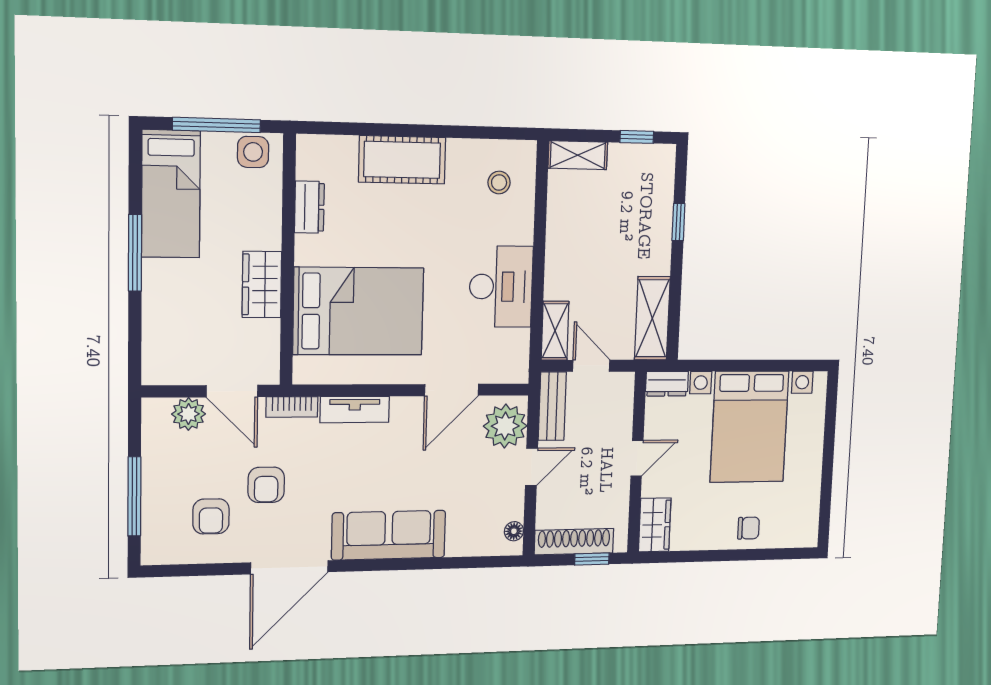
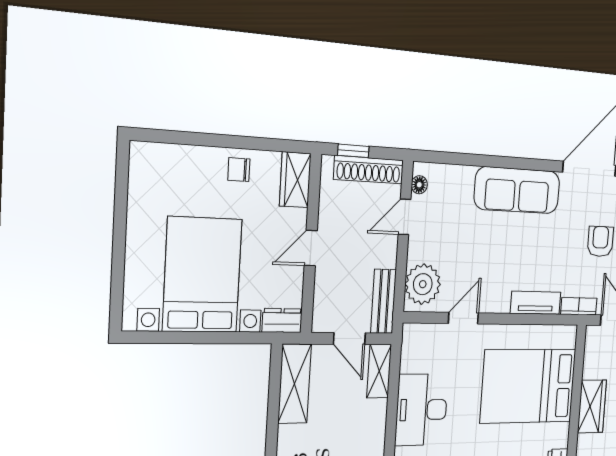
door: (452, 390) -> (463, 318), width x0.73
door: (531, 467) -> (404, 217), moved
chair: (749, 528) -> (239, 170), moved

